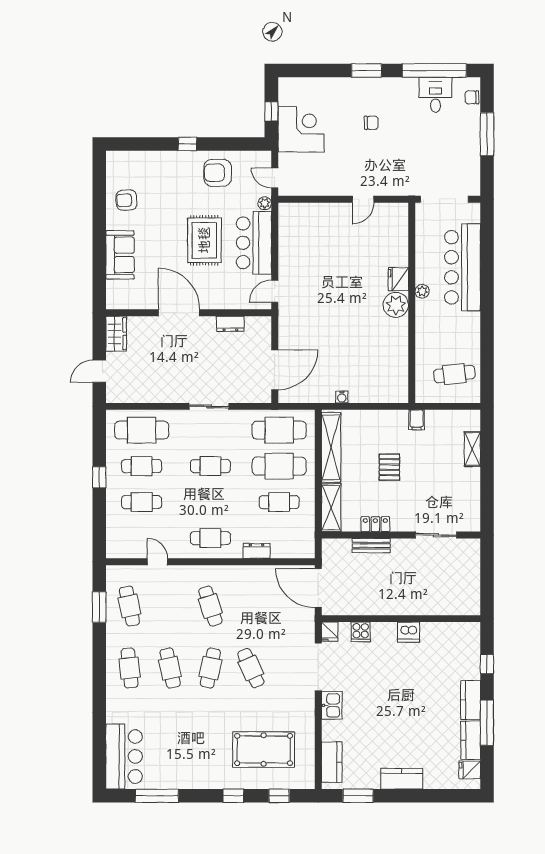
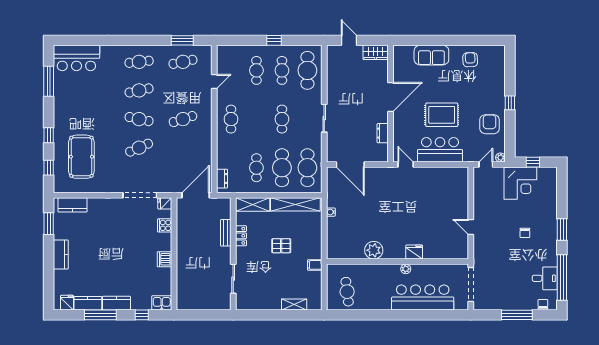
plant: (265, 203) -> (500, 158), moved
plant: (396, 305) -> (374, 250), moved
dresser: (257, 551) -> (222, 179), moved
kitchen sink: (332, 705) -> (162, 303), moved, turned 180

